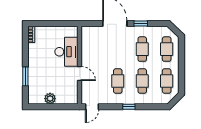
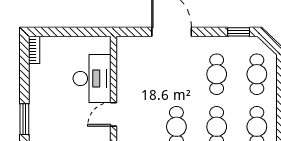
window: (141, 23) -> (239, 32), moved
door: (79, 73) -> (113, 114), swing flipped

